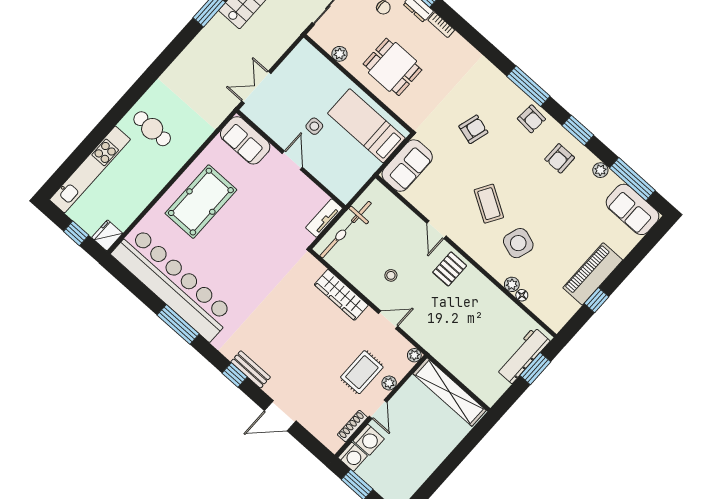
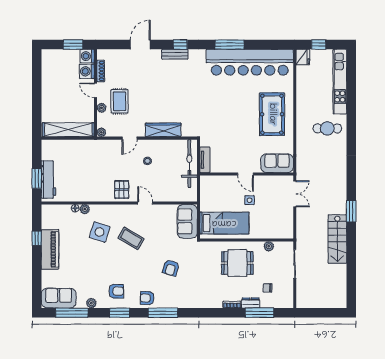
armchair: (560, 158) -> (116, 291), turned 90

